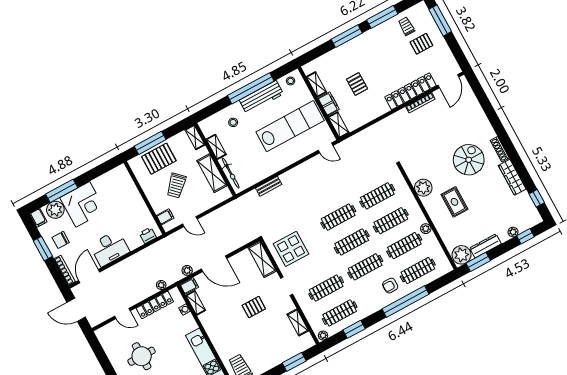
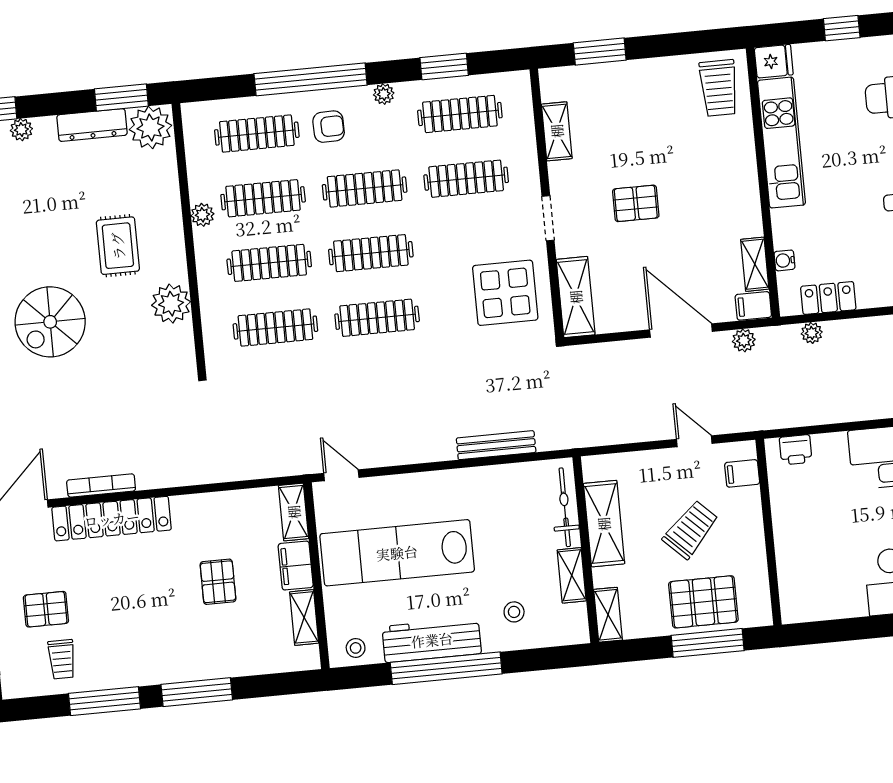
bench: (269, 186) -> (496, 445), width x1.36
locker: (155, 305) -> (828, 298), width x0.66
plant: (323, 336) -> (384, 94), moved

